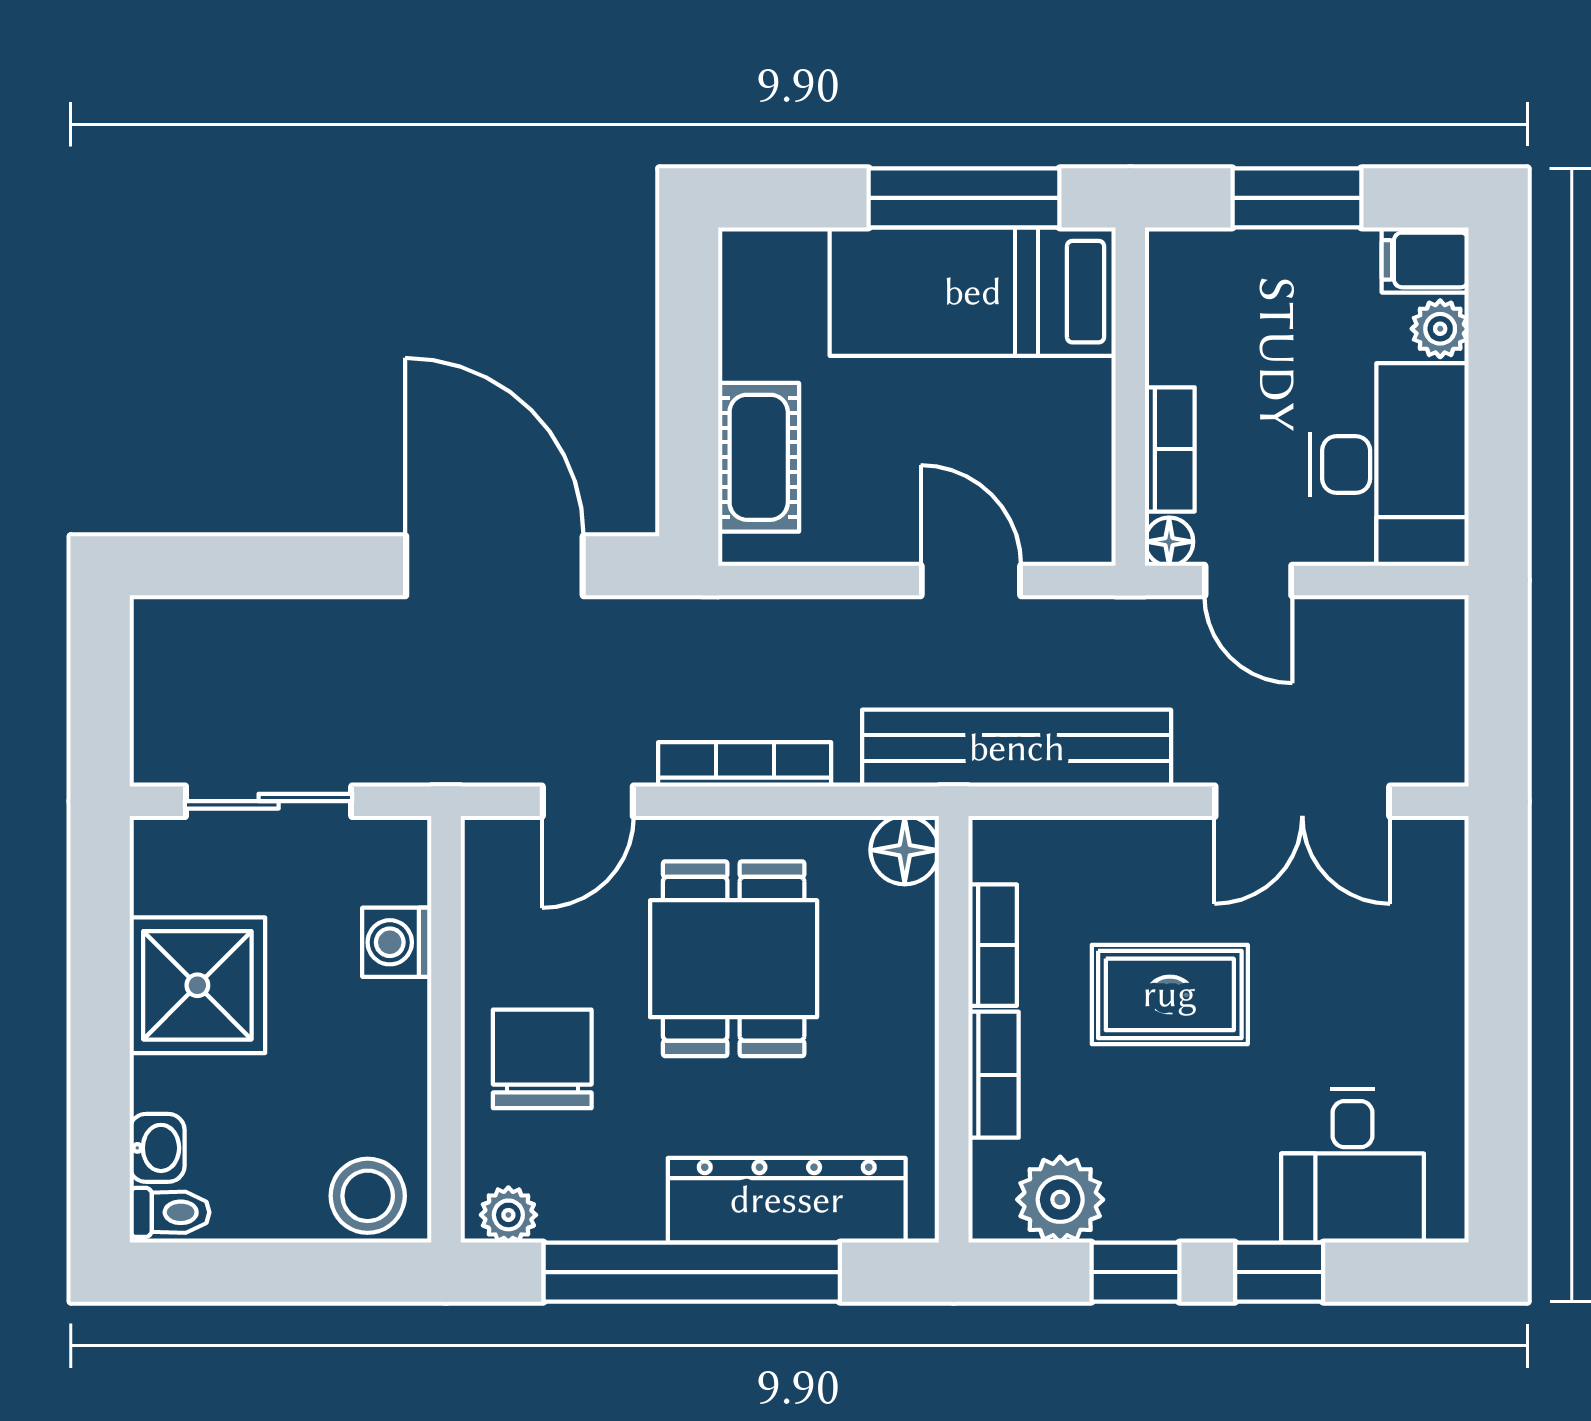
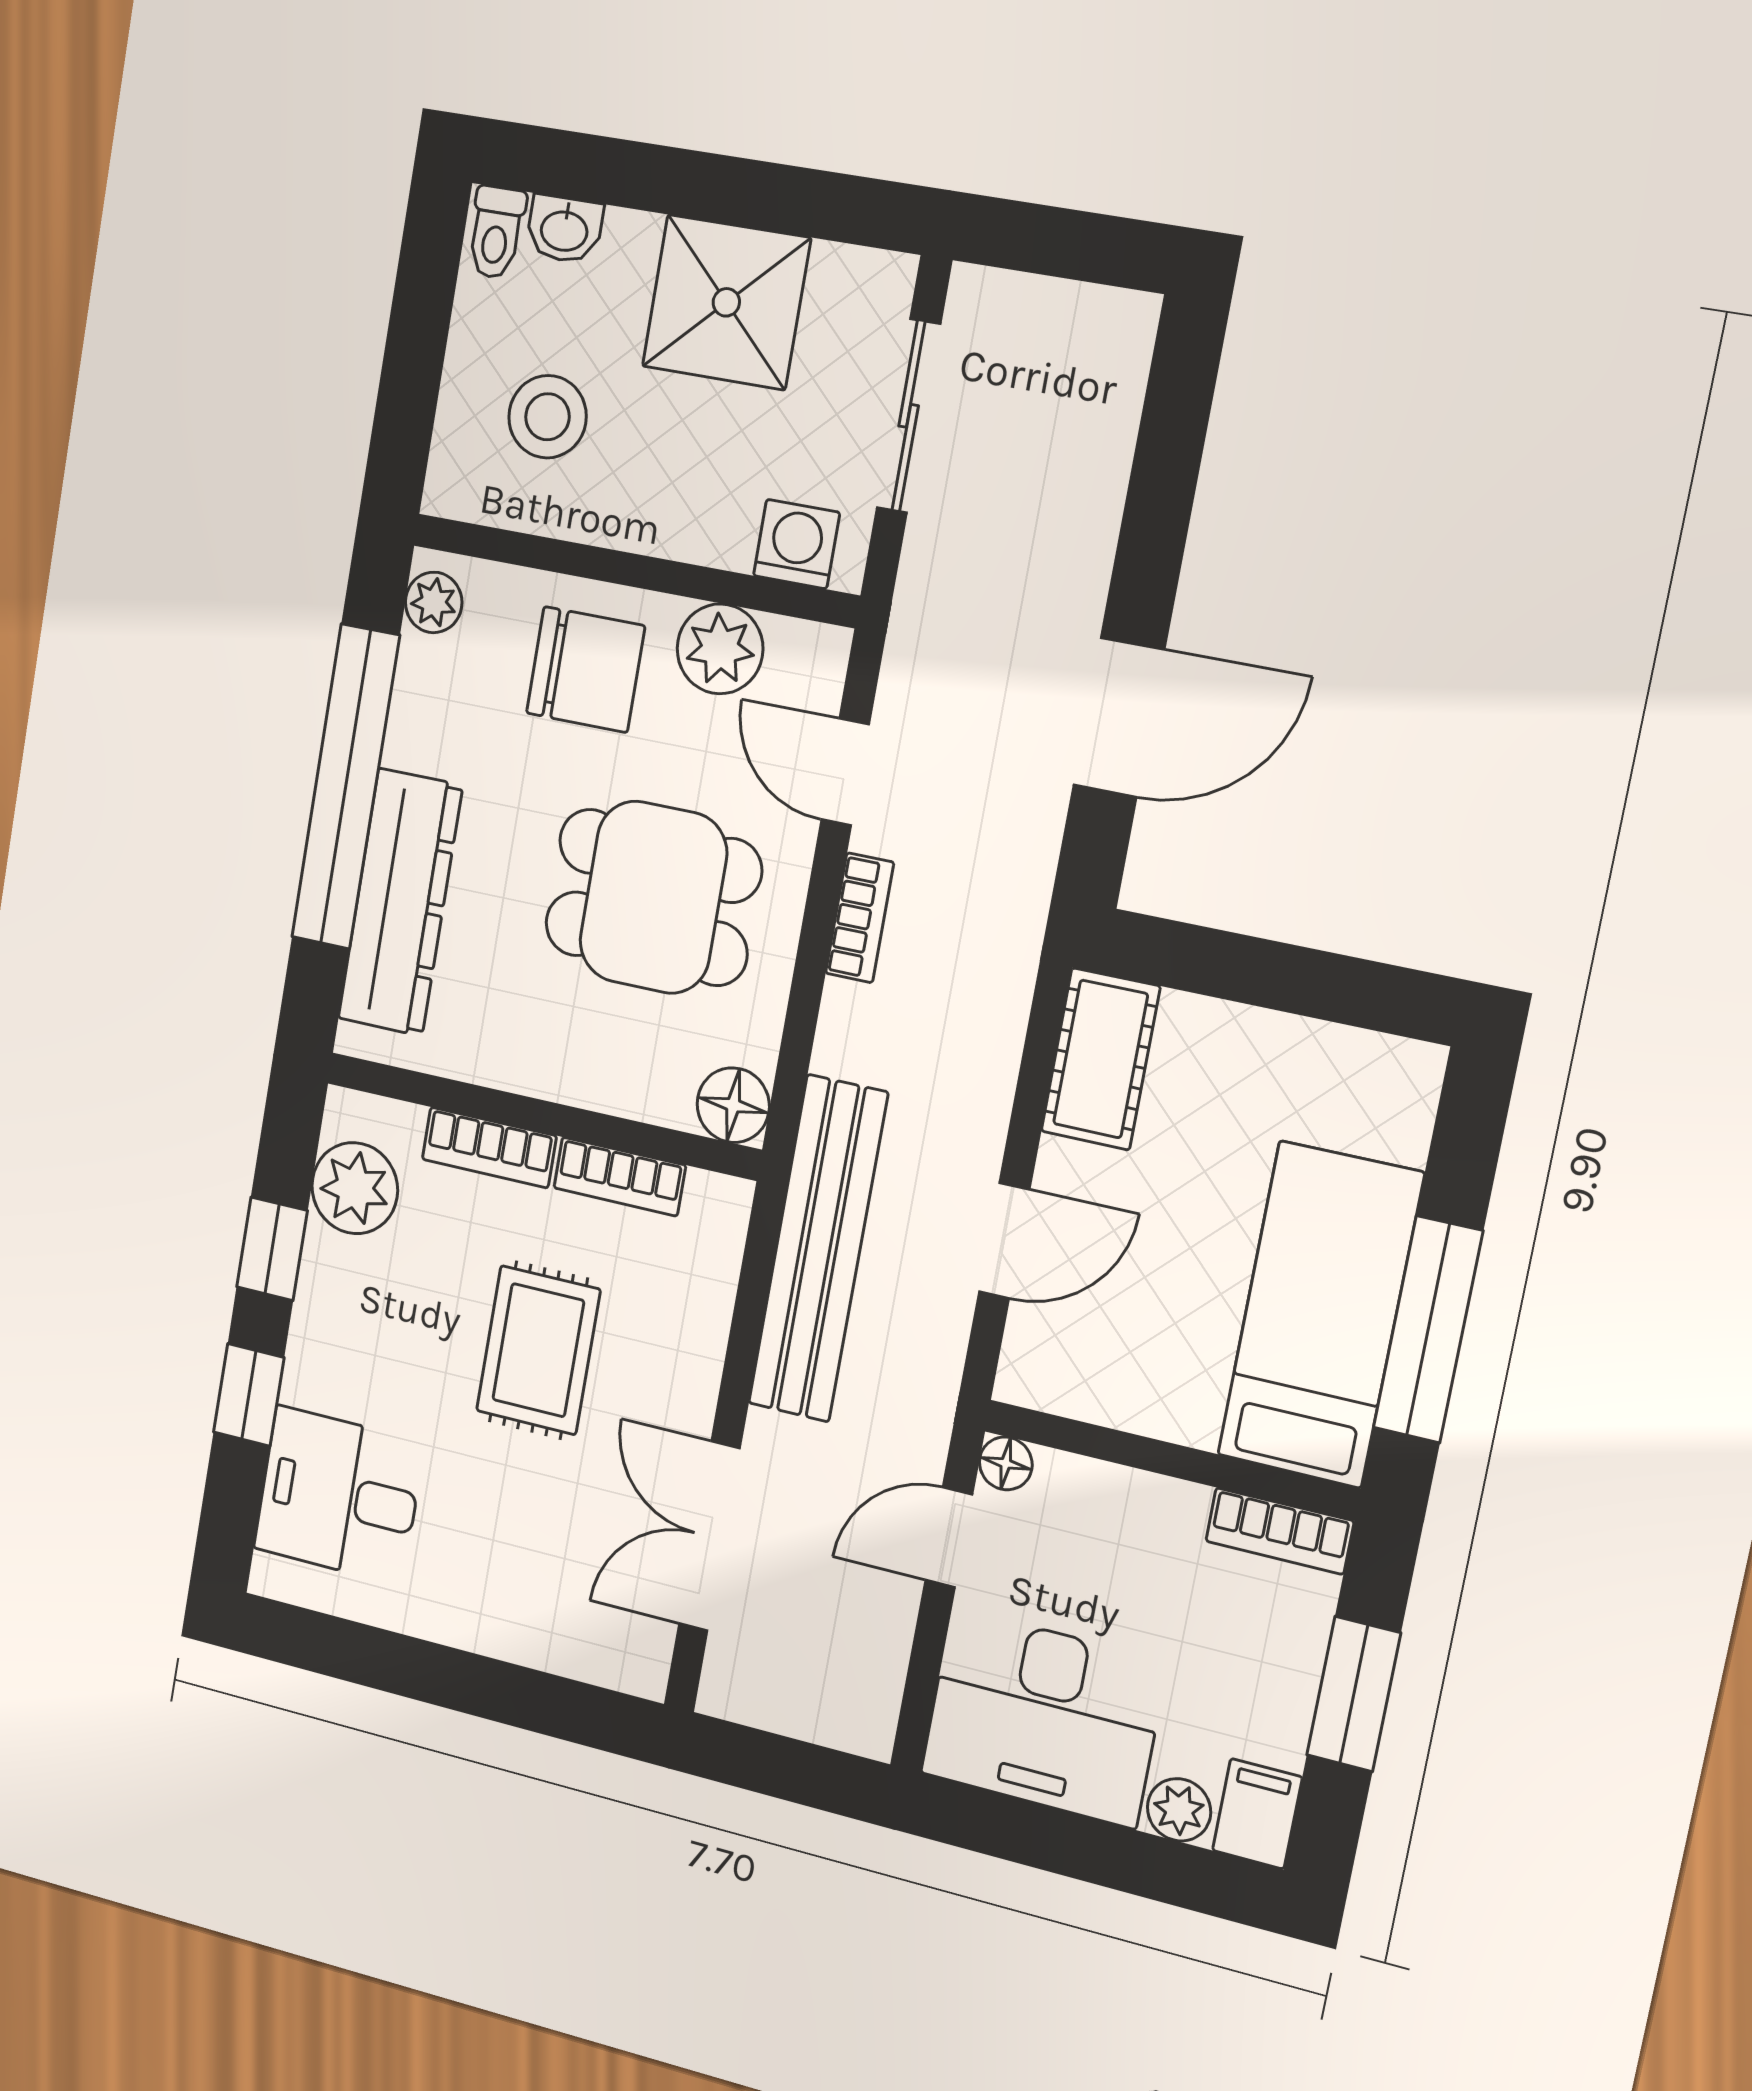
bookcase: (1170, 449) -> (1280, 1531), moved
cot: (759, 457) -> (1101, 1059), moved, turned 90
door: (494, 566) -> (1119, 717), width x0.73
bookcase: (745, 764) -> (860, 918), width x0.64
plant: (501, 936) -> (720, 649), added
washing machine: (397, 942) -> (796, 544), moved
stool: (368, 1196) -> (547, 417), moved

